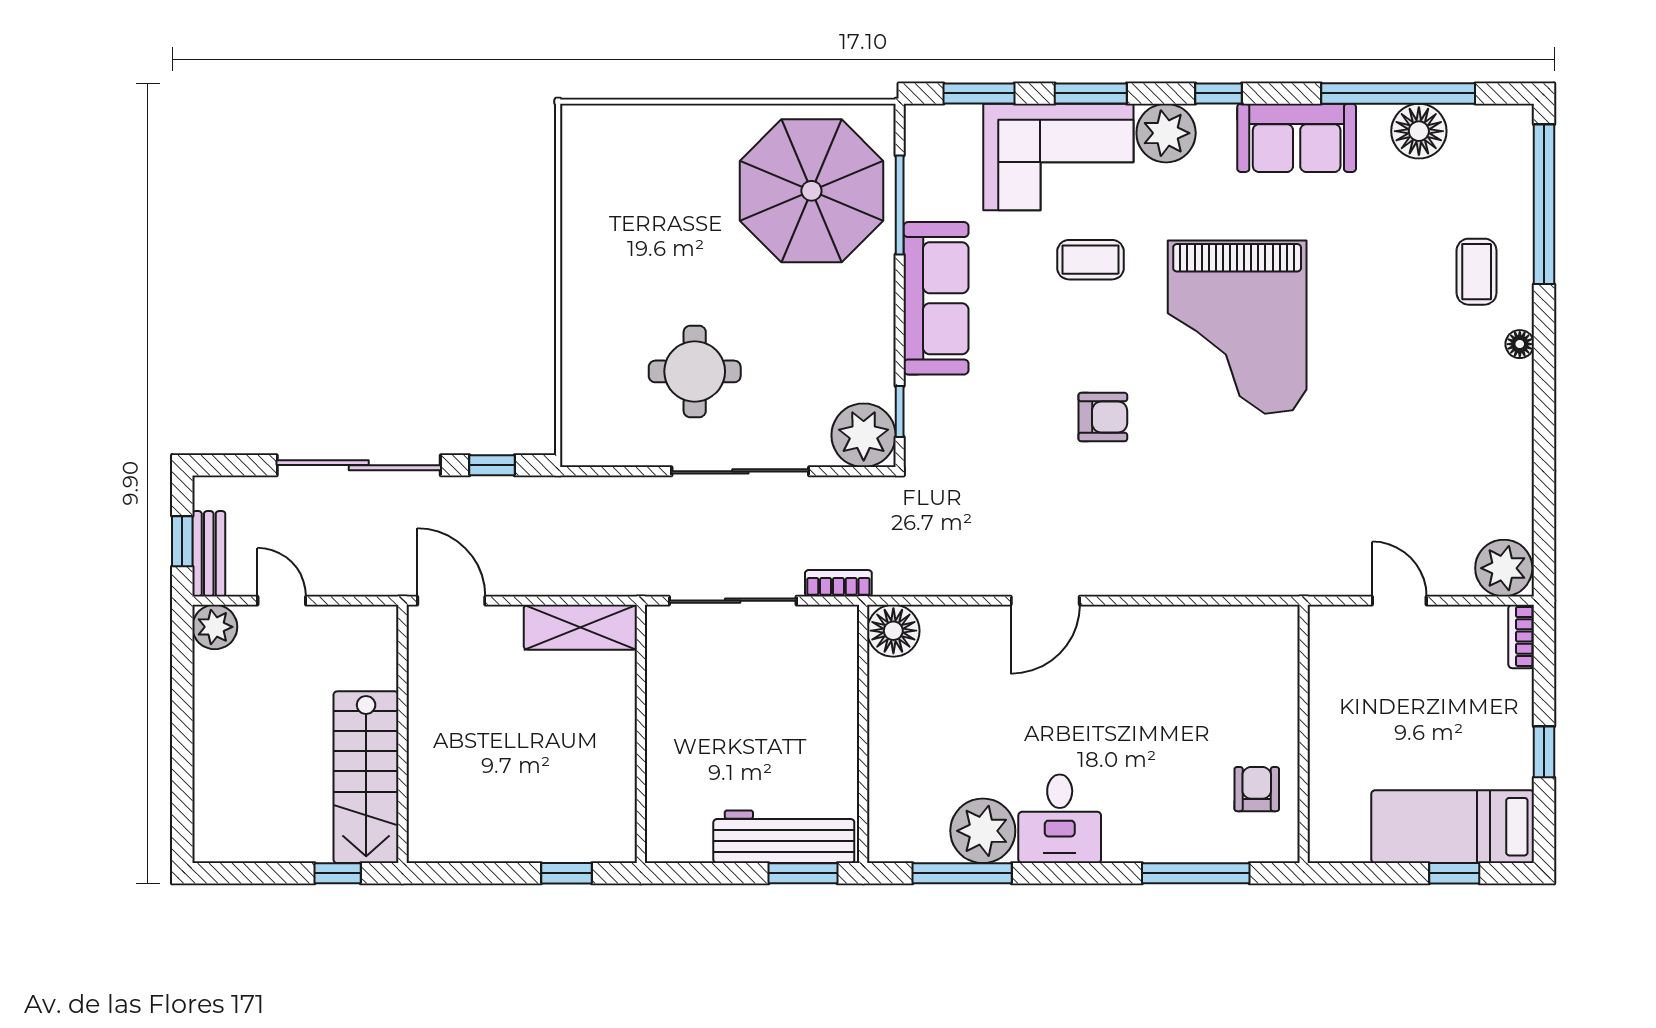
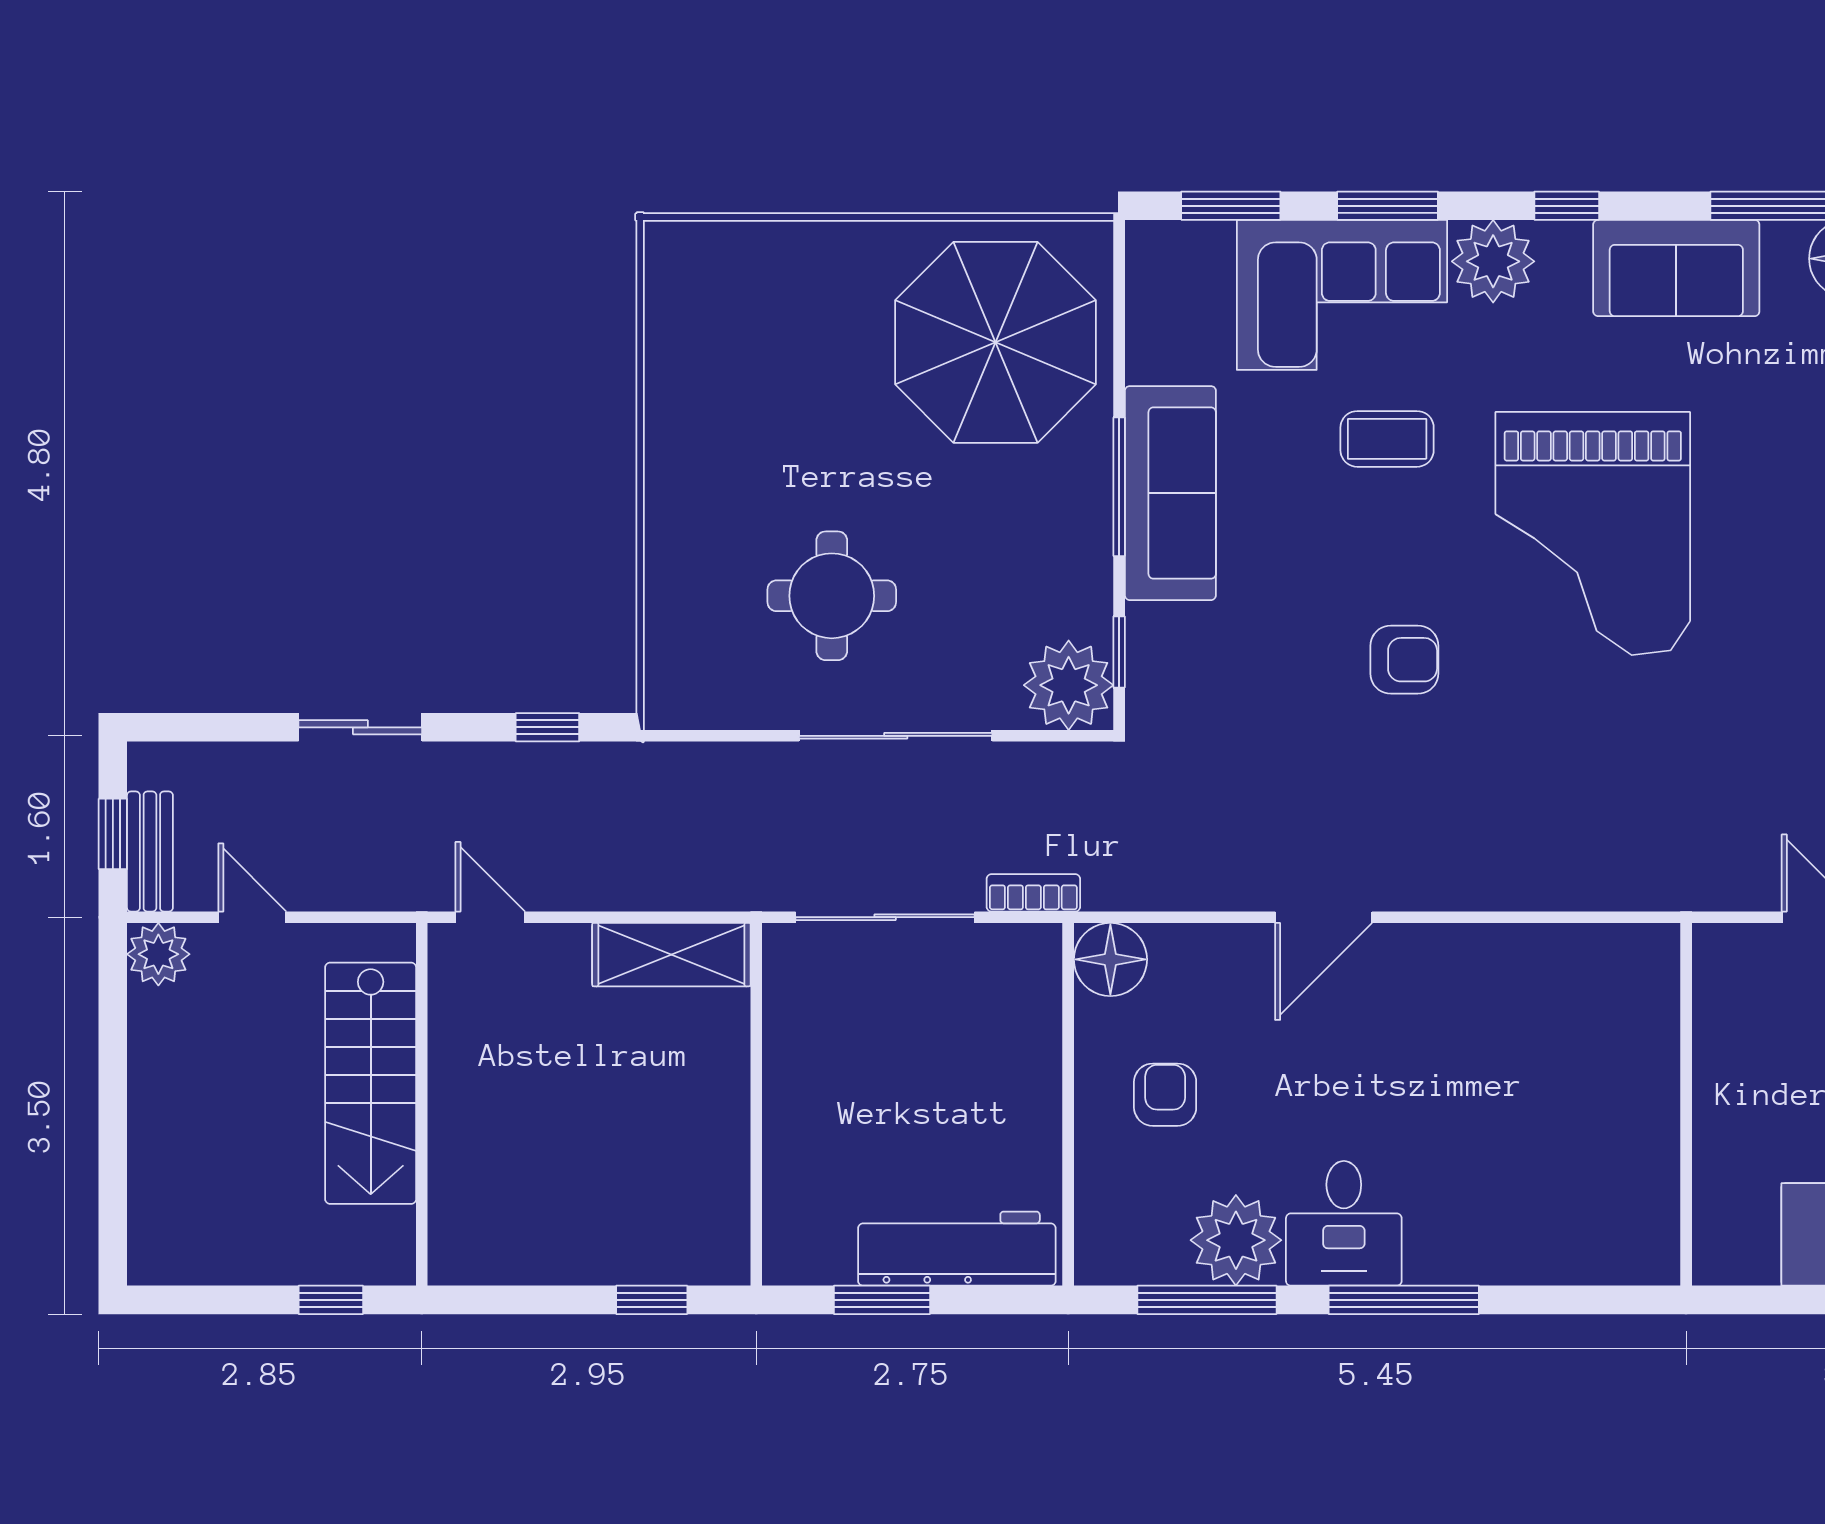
window: (900, 205) -> (1119, 487), moved
sliding door: (359, 465) -> (360, 727), width x0.54
door: (451, 601) -> (490, 917), width x0.73
stairs: (366, 777) -> (371, 1083), moved
armchair: (1257, 789) -> (1165, 1095), moved
window: (803, 873) -> (882, 1300), moved
window: (1196, 873) -> (1404, 1300), moved

